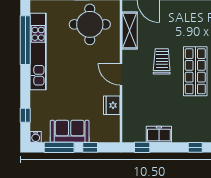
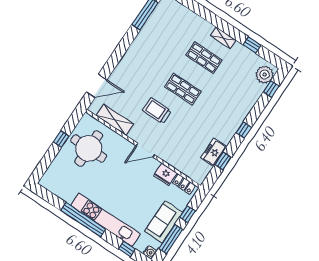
window: (25, 40) -> (83, 220), moved
kitchen unit: (38, 51) -> (105, 220), moved
shop shelf: (195, 71) -> (183, 89), width x0.70, depth x0.74
locker: (114, 127) -> (184, 184), added
window: (142, 147) -> (223, 161), moved

